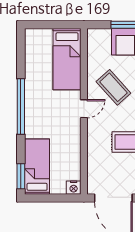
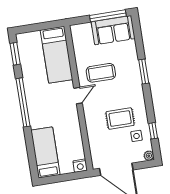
coffee table: (113, 87) -> (101, 73), turned -48
window: (21, 176) -> (15, 54), moved

